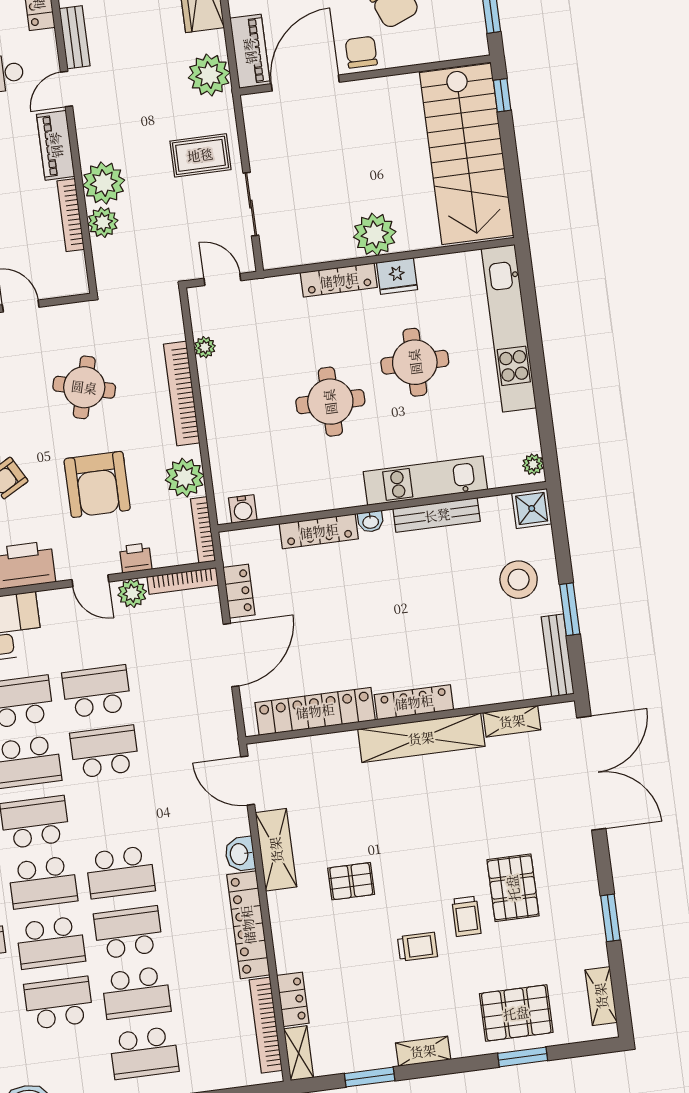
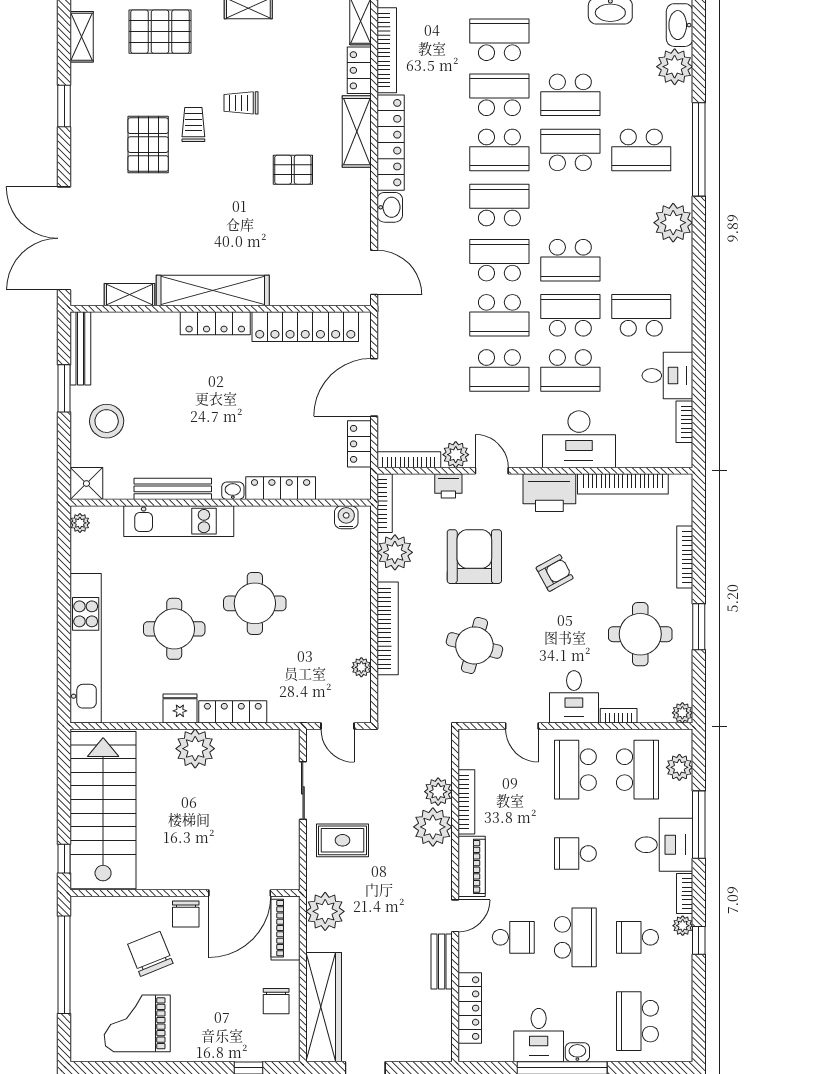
shelving: (276, 850) -> (357, 132), moved
school desk: (43, 882) -> (499, 260), moved

